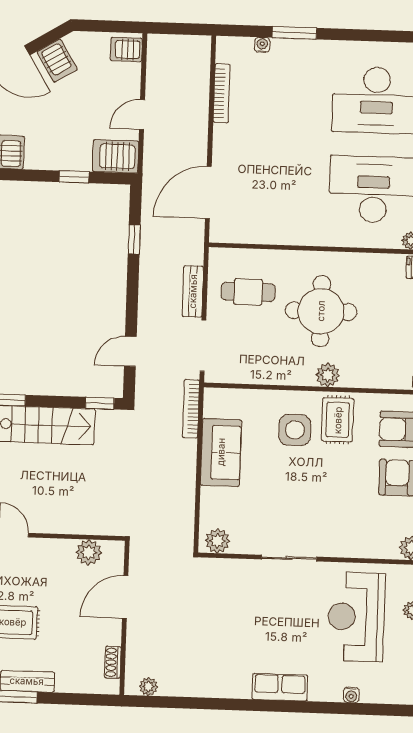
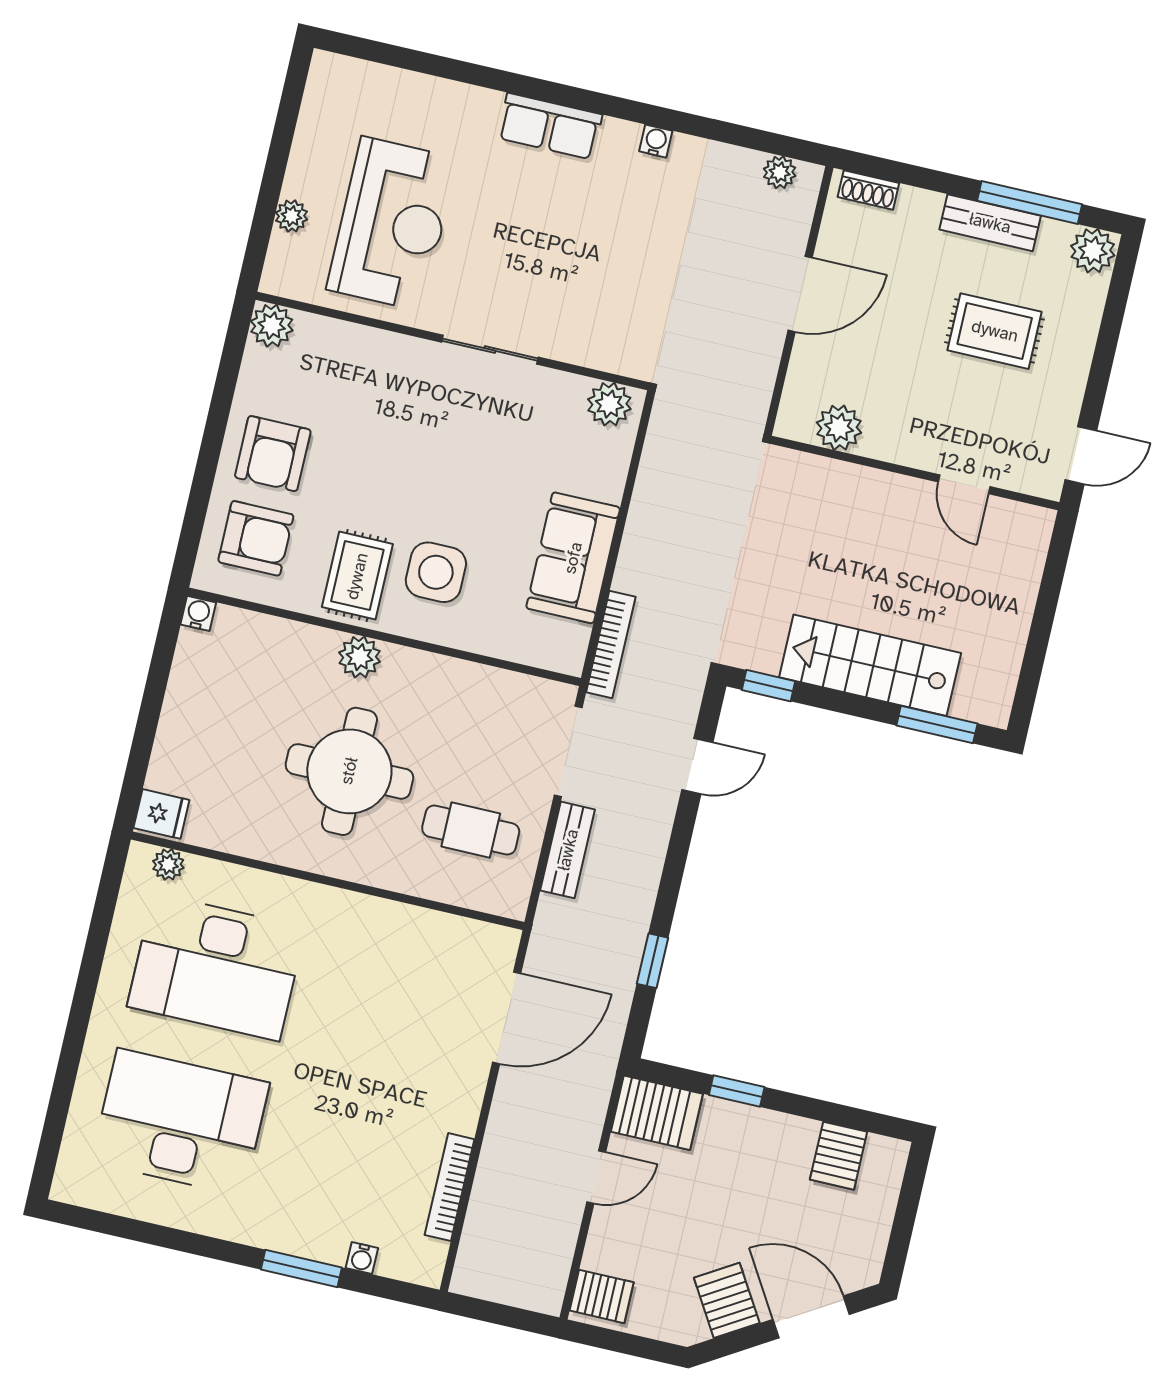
door: (125, 597) -> (800, 294), moved
shoe rack: (113, 662) -> (868, 190), moved, turned 90
water cooler: (351, 695) -> (656, 141), moved

